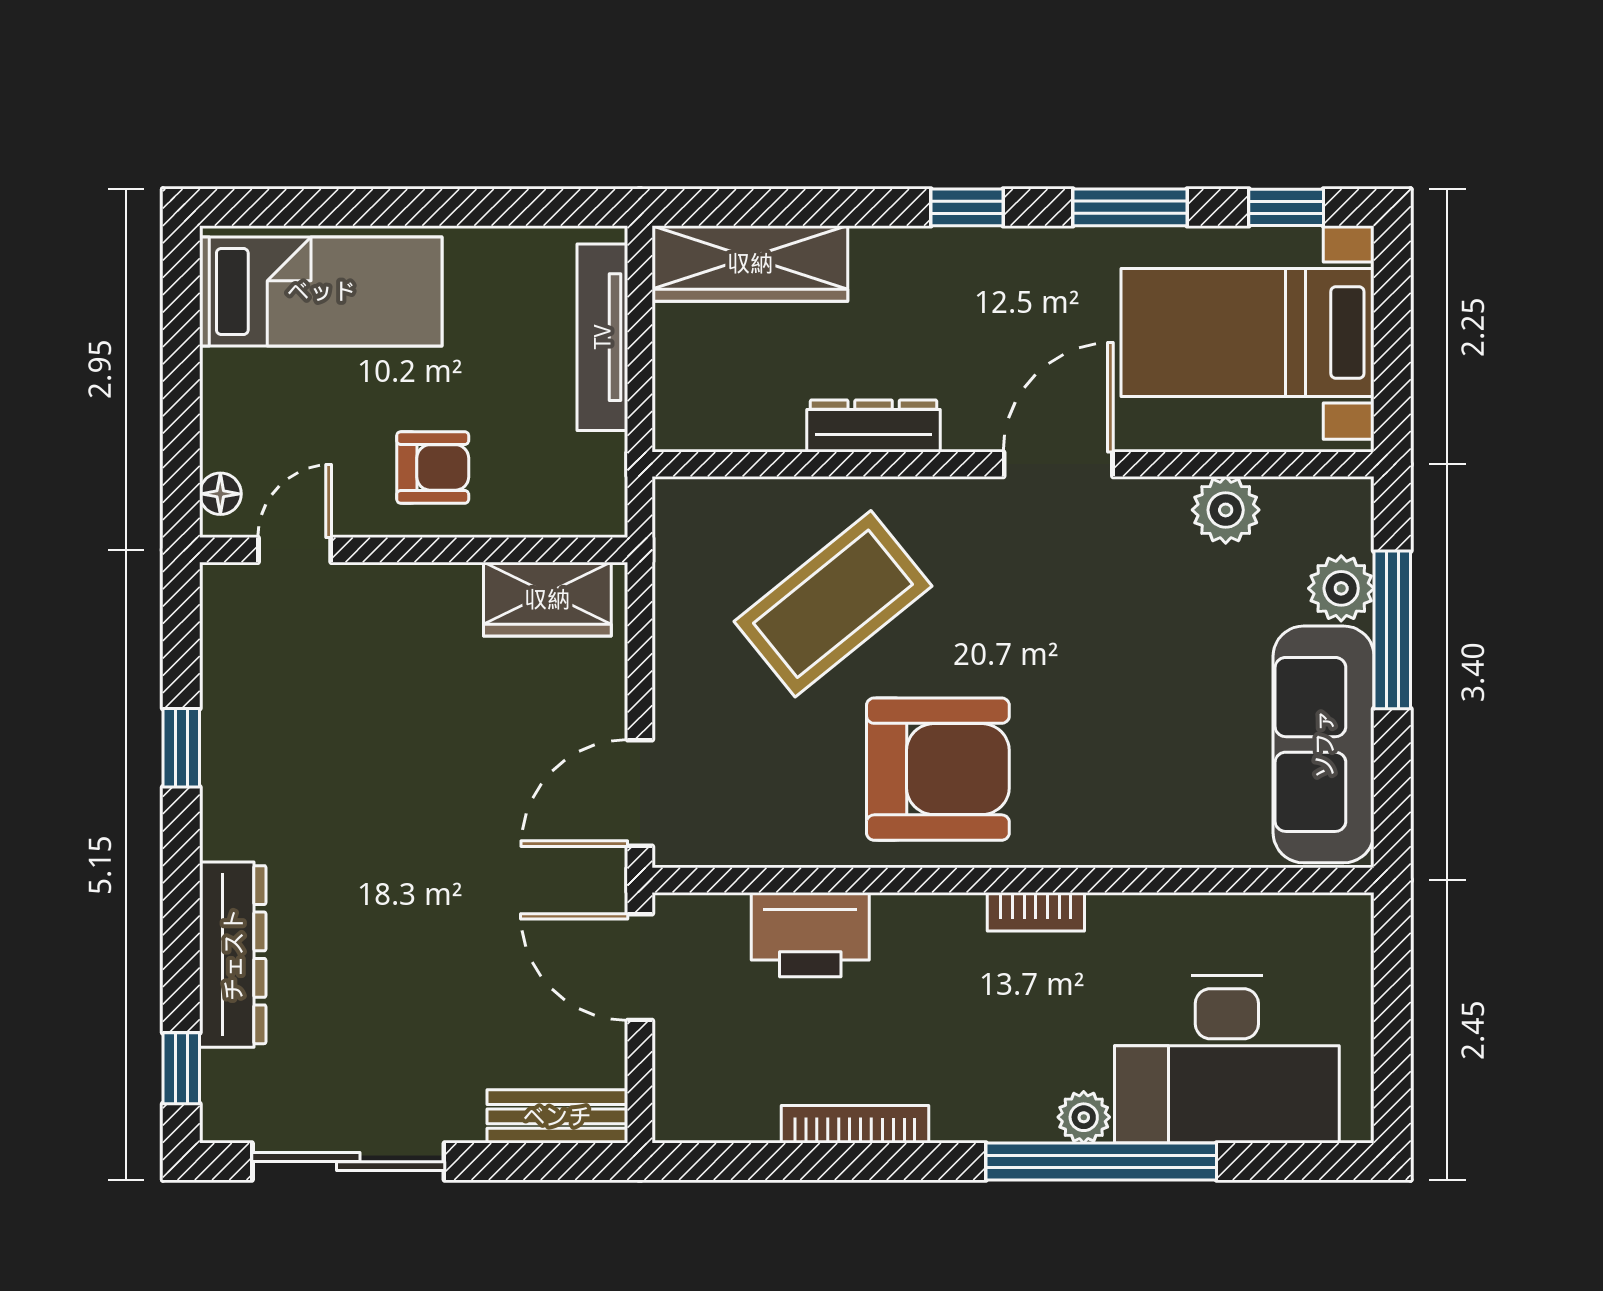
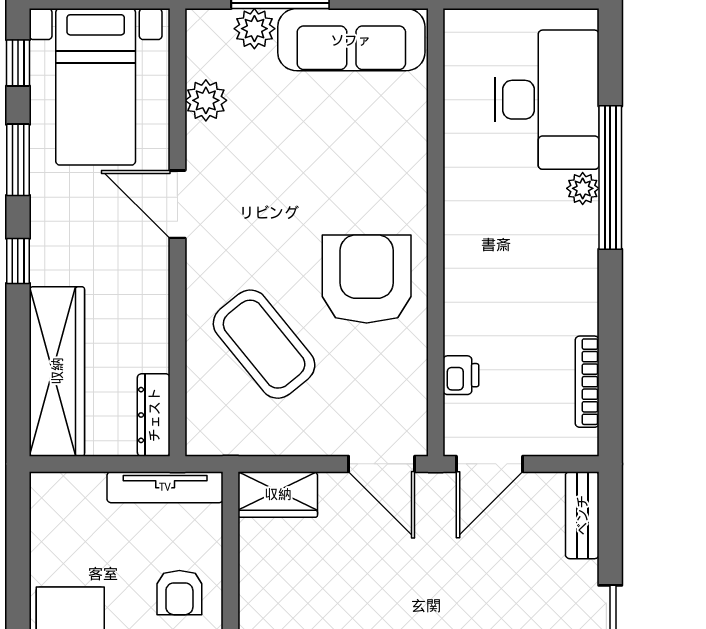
wardrobe: (750, 263) -> (57, 371), width x1.40, depth x1.17
tv unit: (602, 337) -> (165, 487), moved
dresser: (874, 426) -> (154, 415), moved
armchair: (433, 467) -> (179, 593), turned 180
wardrobe: (547, 599) -> (278, 494), moved, turned 90
bookcase: (1036, 912) -> (455, 218), removed
printer: (810, 935) -> (461, 375), width x0.53, depth x0.68
bookcase: (855, 1124) -> (587, 382), moved

